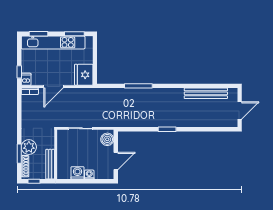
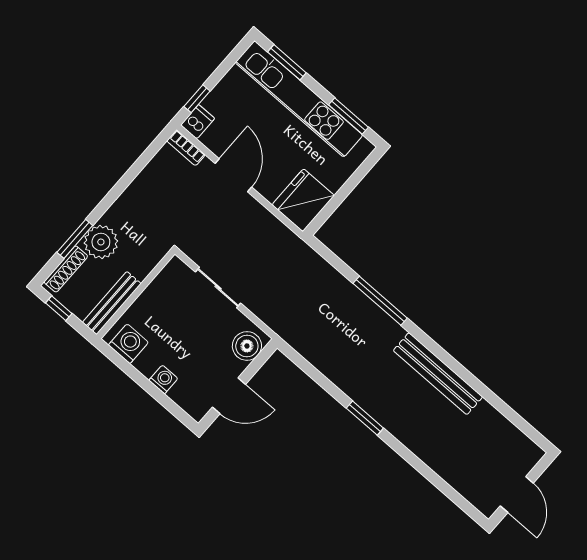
door: (53, 87) -> (233, 175), swing flipped
bench: (206, 93) -> (438, 374), moved
door: (240, 111) -> (517, 495), hinge flipped
washing machine: (77, 173) -> (128, 344), moved

